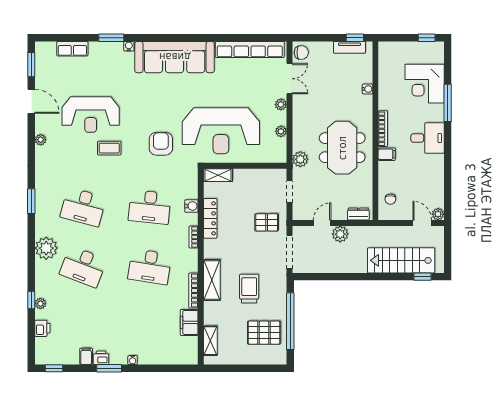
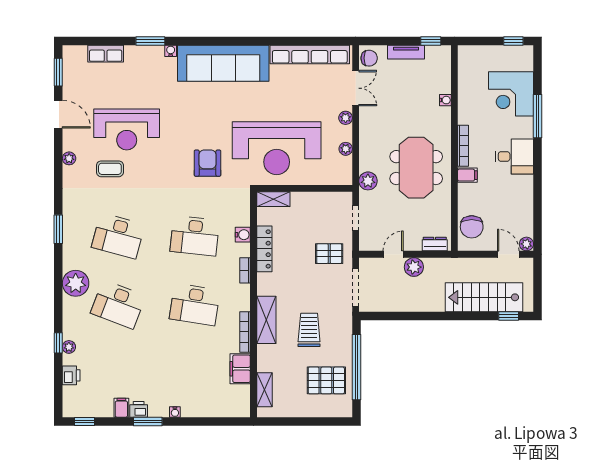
tv unit: (350, 47) -> (406, 52), moved
coffee table: (109, 148) -> (110, 169), moved
chair: (390, 199) -> (472, 227), width x1.87, depth x1.87

